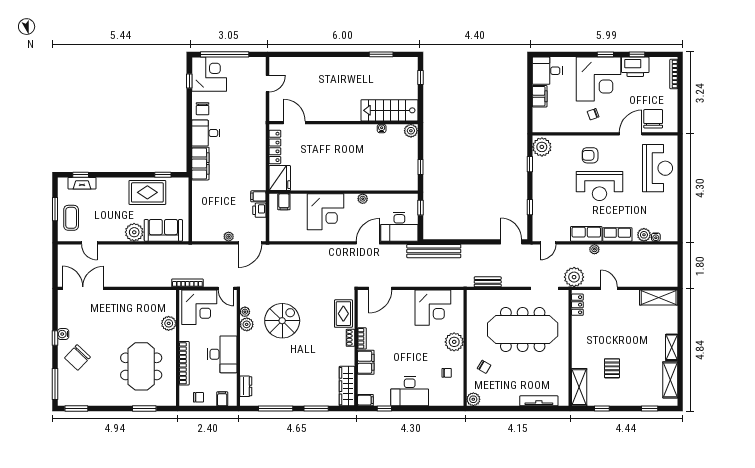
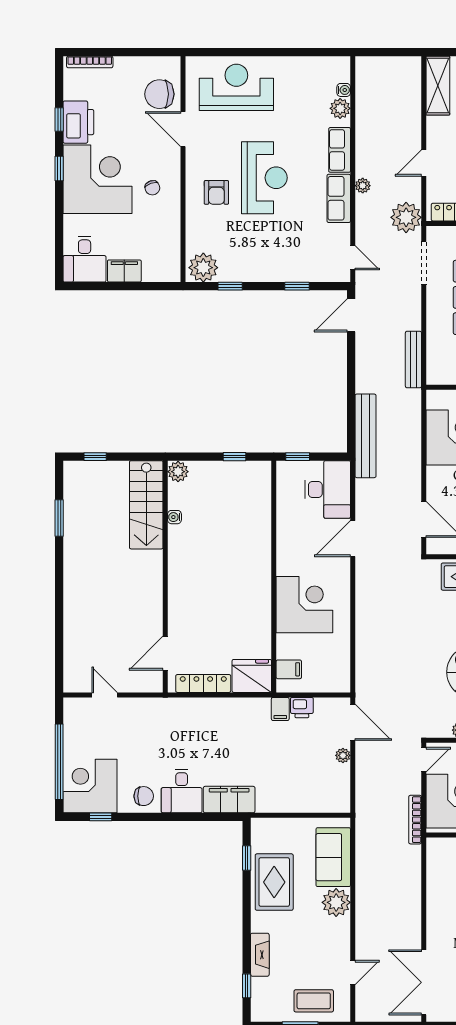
fireplace: (82, 183) -> (260, 955), moved
plant: (363, 199) -> (284, 547), removed
door: (368, 243) -> (353, 539), hinge flipped
bench: (488, 282) -> (413, 360), width x1.36

